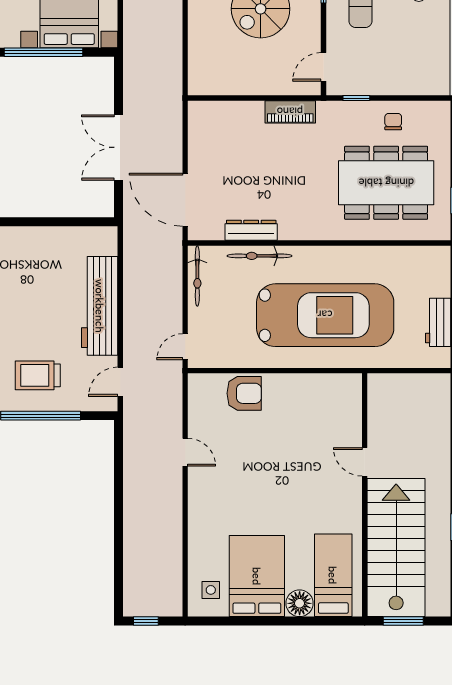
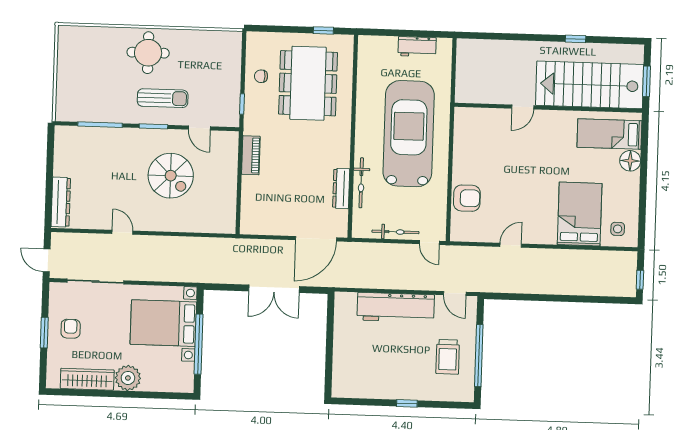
door: (324, 67) -> (199, 128), moved
bicycle: (197, 276) -> (395, 232), moved
armchair: (244, 393) -> (467, 198), turned 90
bed: (257, 576) -> (580, 214), moved, turned 90

